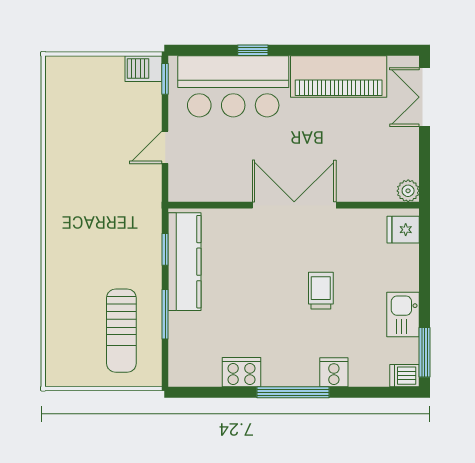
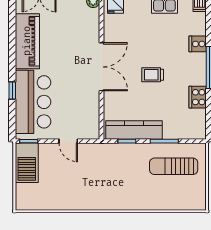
barbecue: (144, 69) -> (27, 163), width x1.88, depth x1.53
double door: (294, 205) -> (101, 67), swing flipped
trolley: (321, 291) -> (153, 75), moved
sun lounger: (121, 331) -> (174, 166), turned 180

